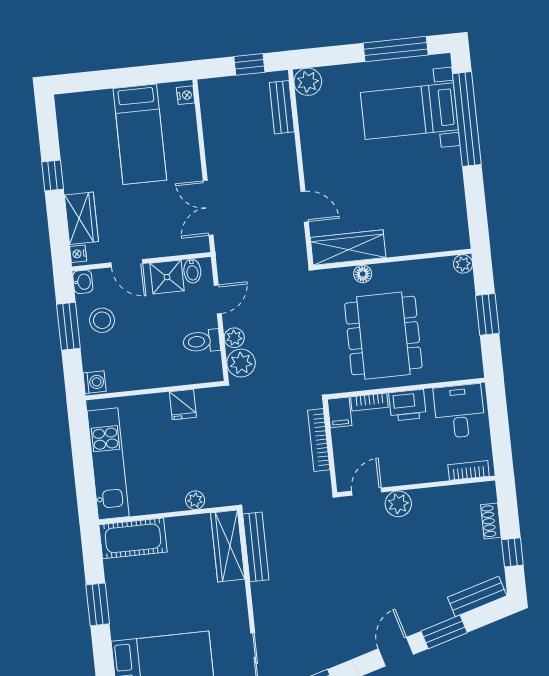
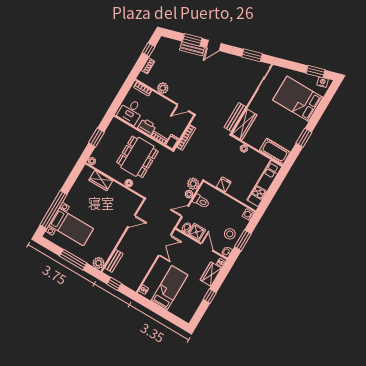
window: (396, 49) -> (73, 260), moved
door: (305, 207) -> (131, 221), swing flipped
wardrobe: (348, 248) -> (101, 180), moved, width x0.67
plant: (398, 504) -> (163, 88), moved
bench: (477, 597) -> (192, 49), moved

